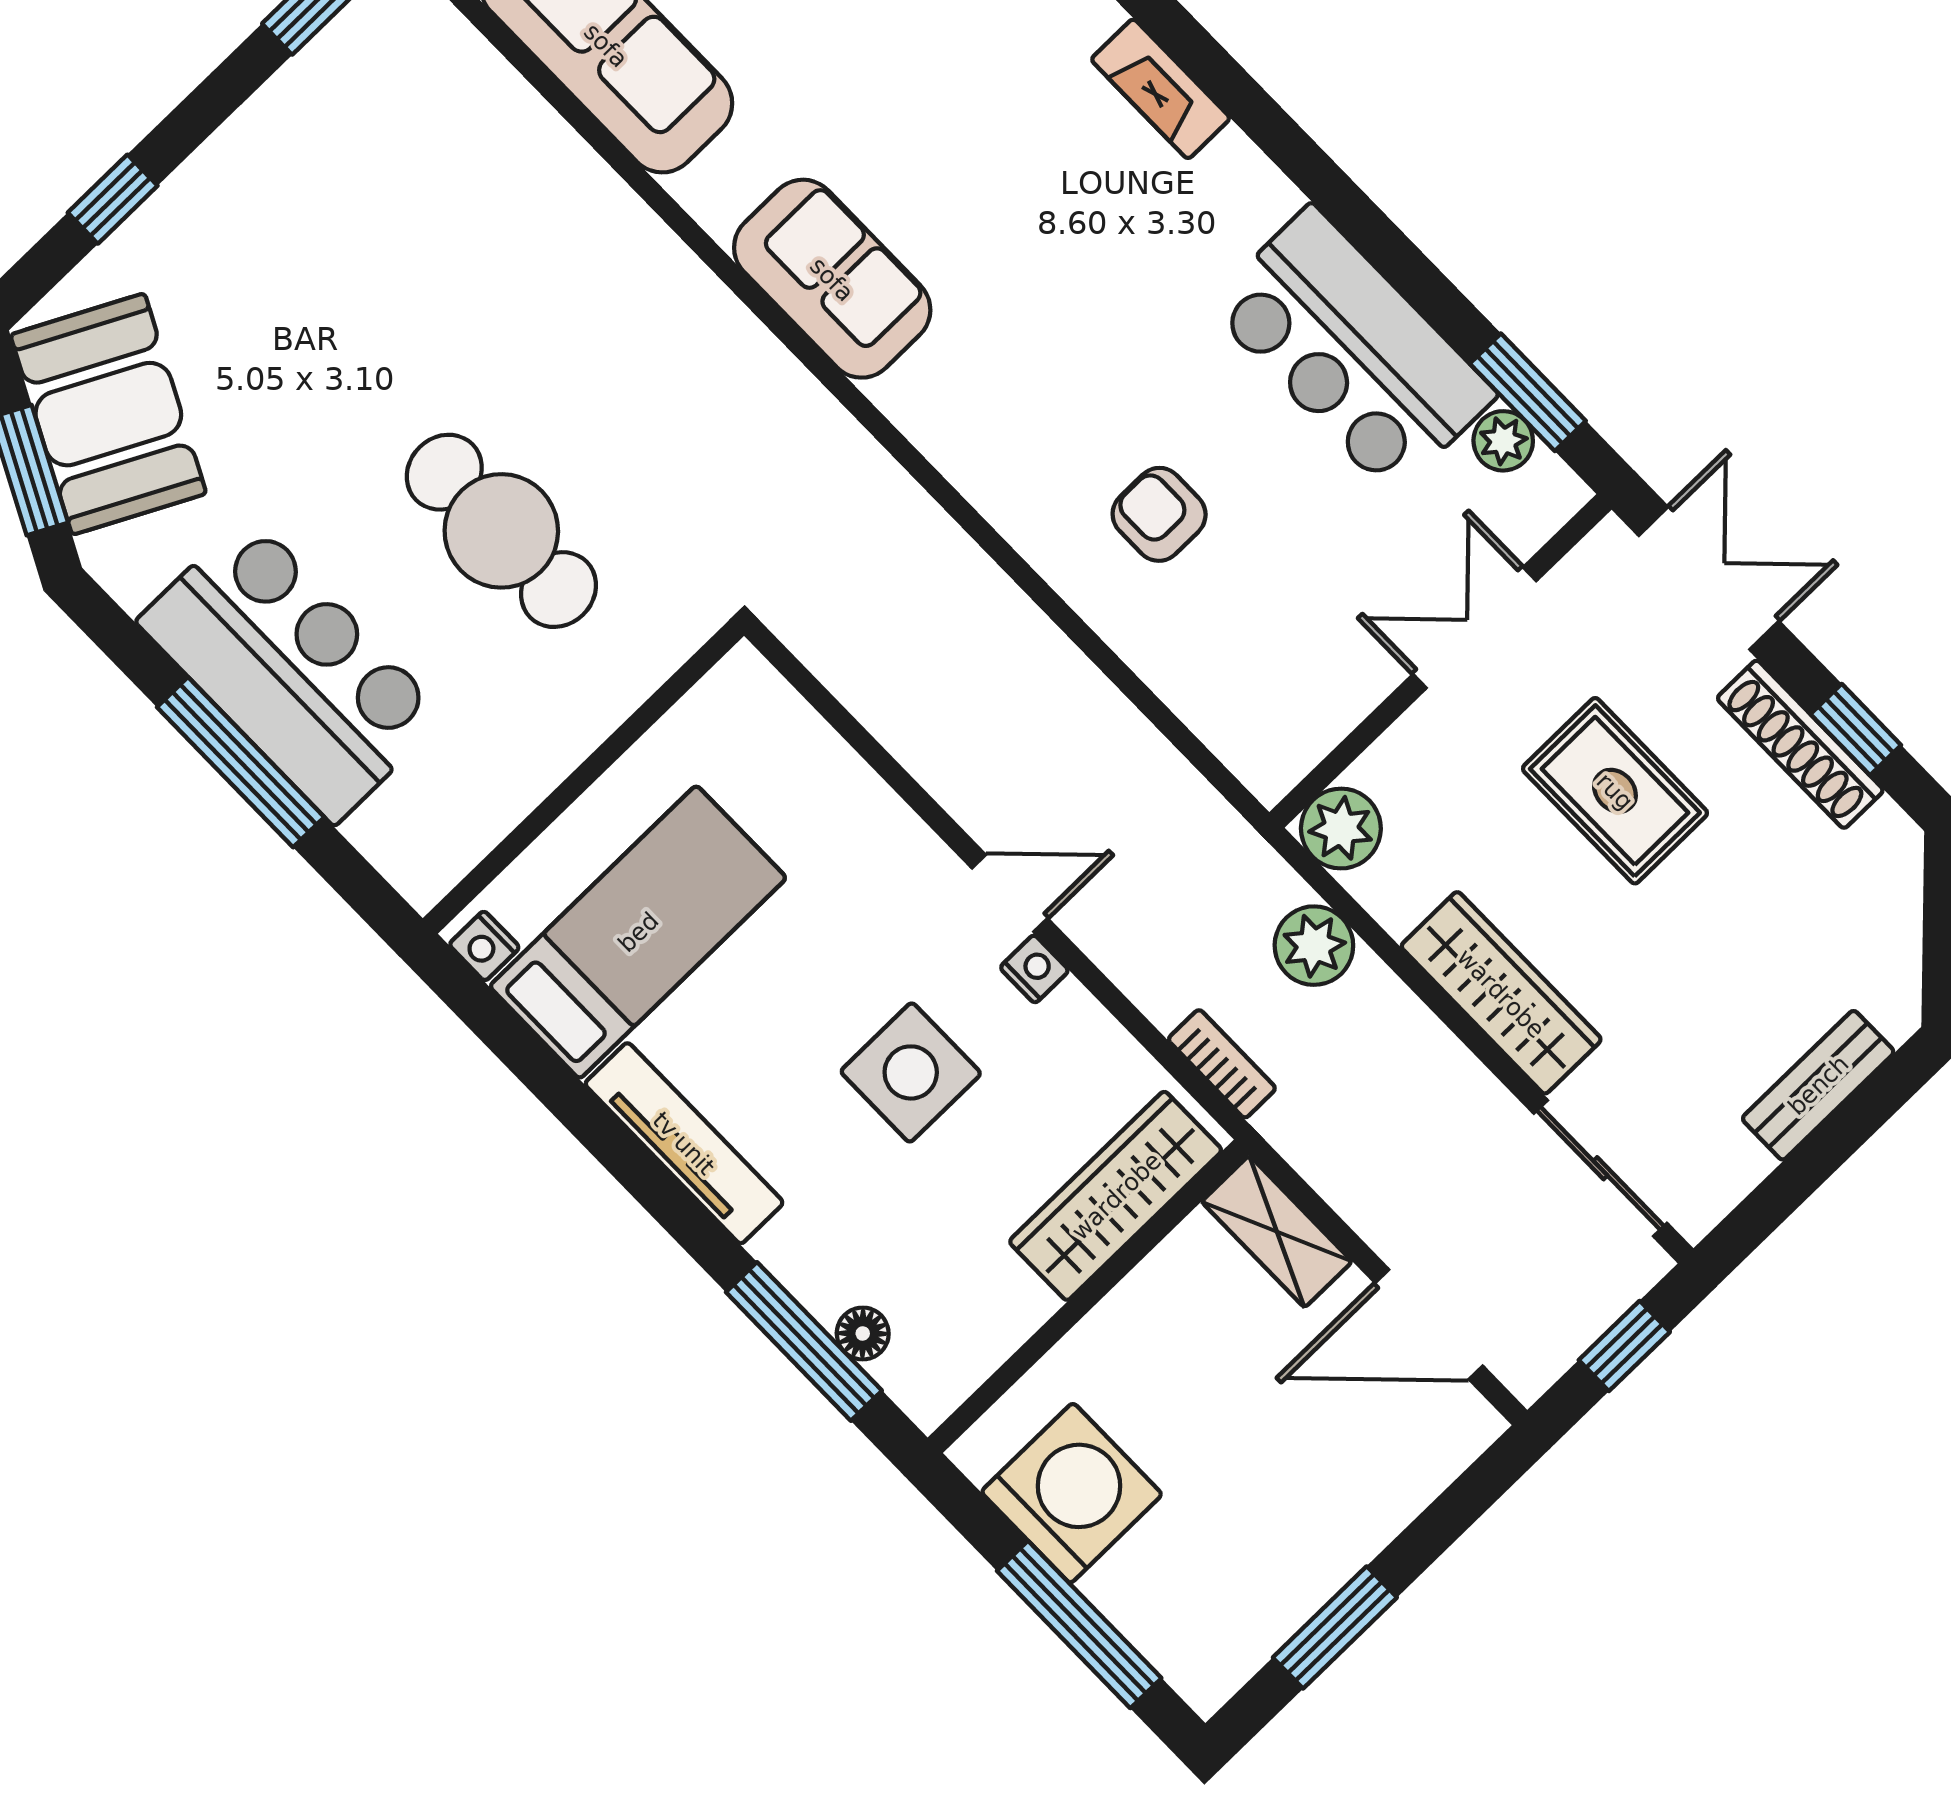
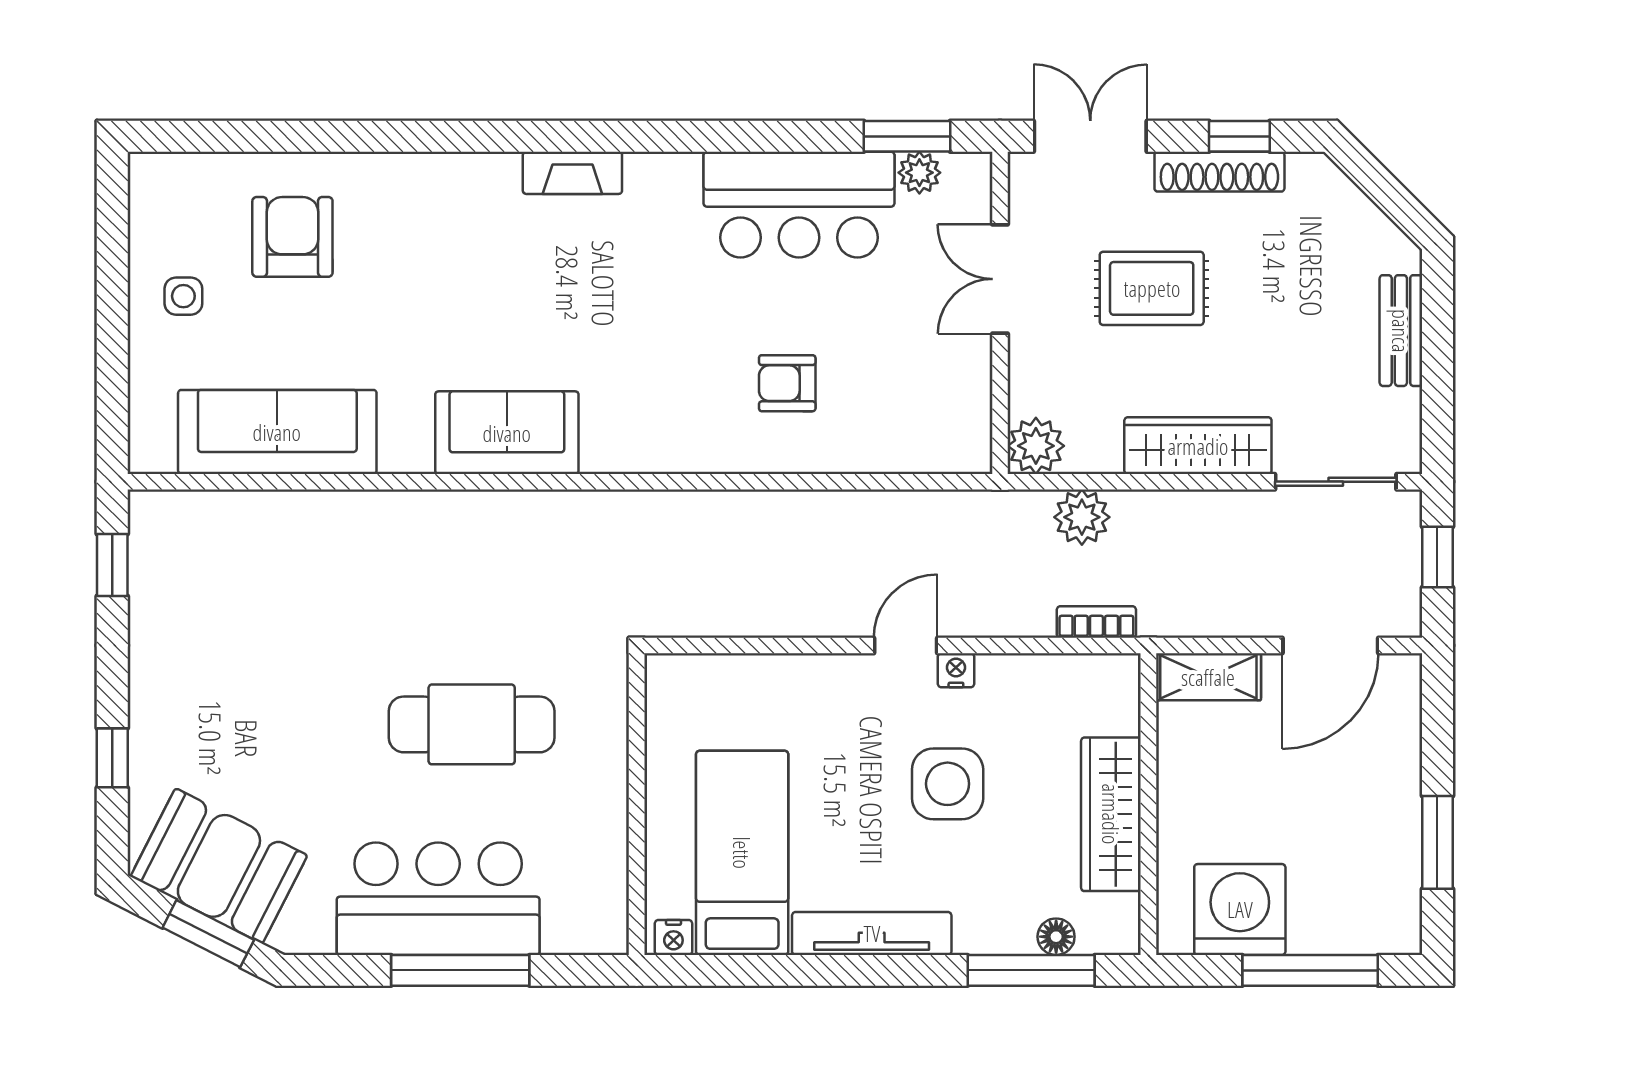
wardrobe: (1116, 1196) -> (1111, 814), moved

